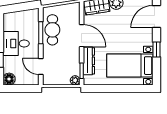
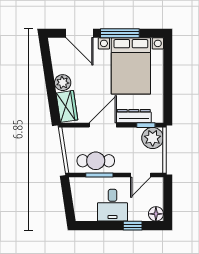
window: (156, 50) -> (120, 33), width x2.17
bed with nightstands: (130, 66) -> (131, 66), width x1.36
plant: (75, 80) -> (153, 138), width x1.88, depth x1.88

